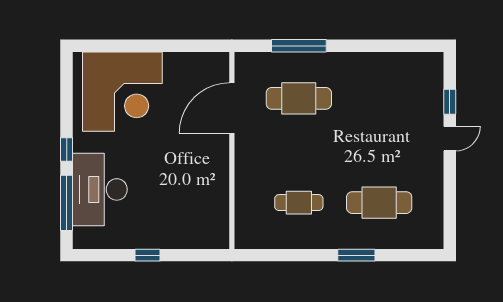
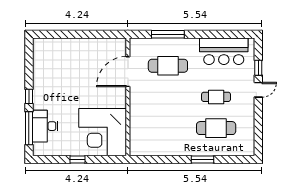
bar counter: (392, 74) -> (224, 51), added
corner desk: (122, 92) -> (103, 132), moved, turned 90
desk: (100, 189) -> (45, 126), width x0.73, depth x0.77
cafe table: (299, 203) -> (216, 97), moved

